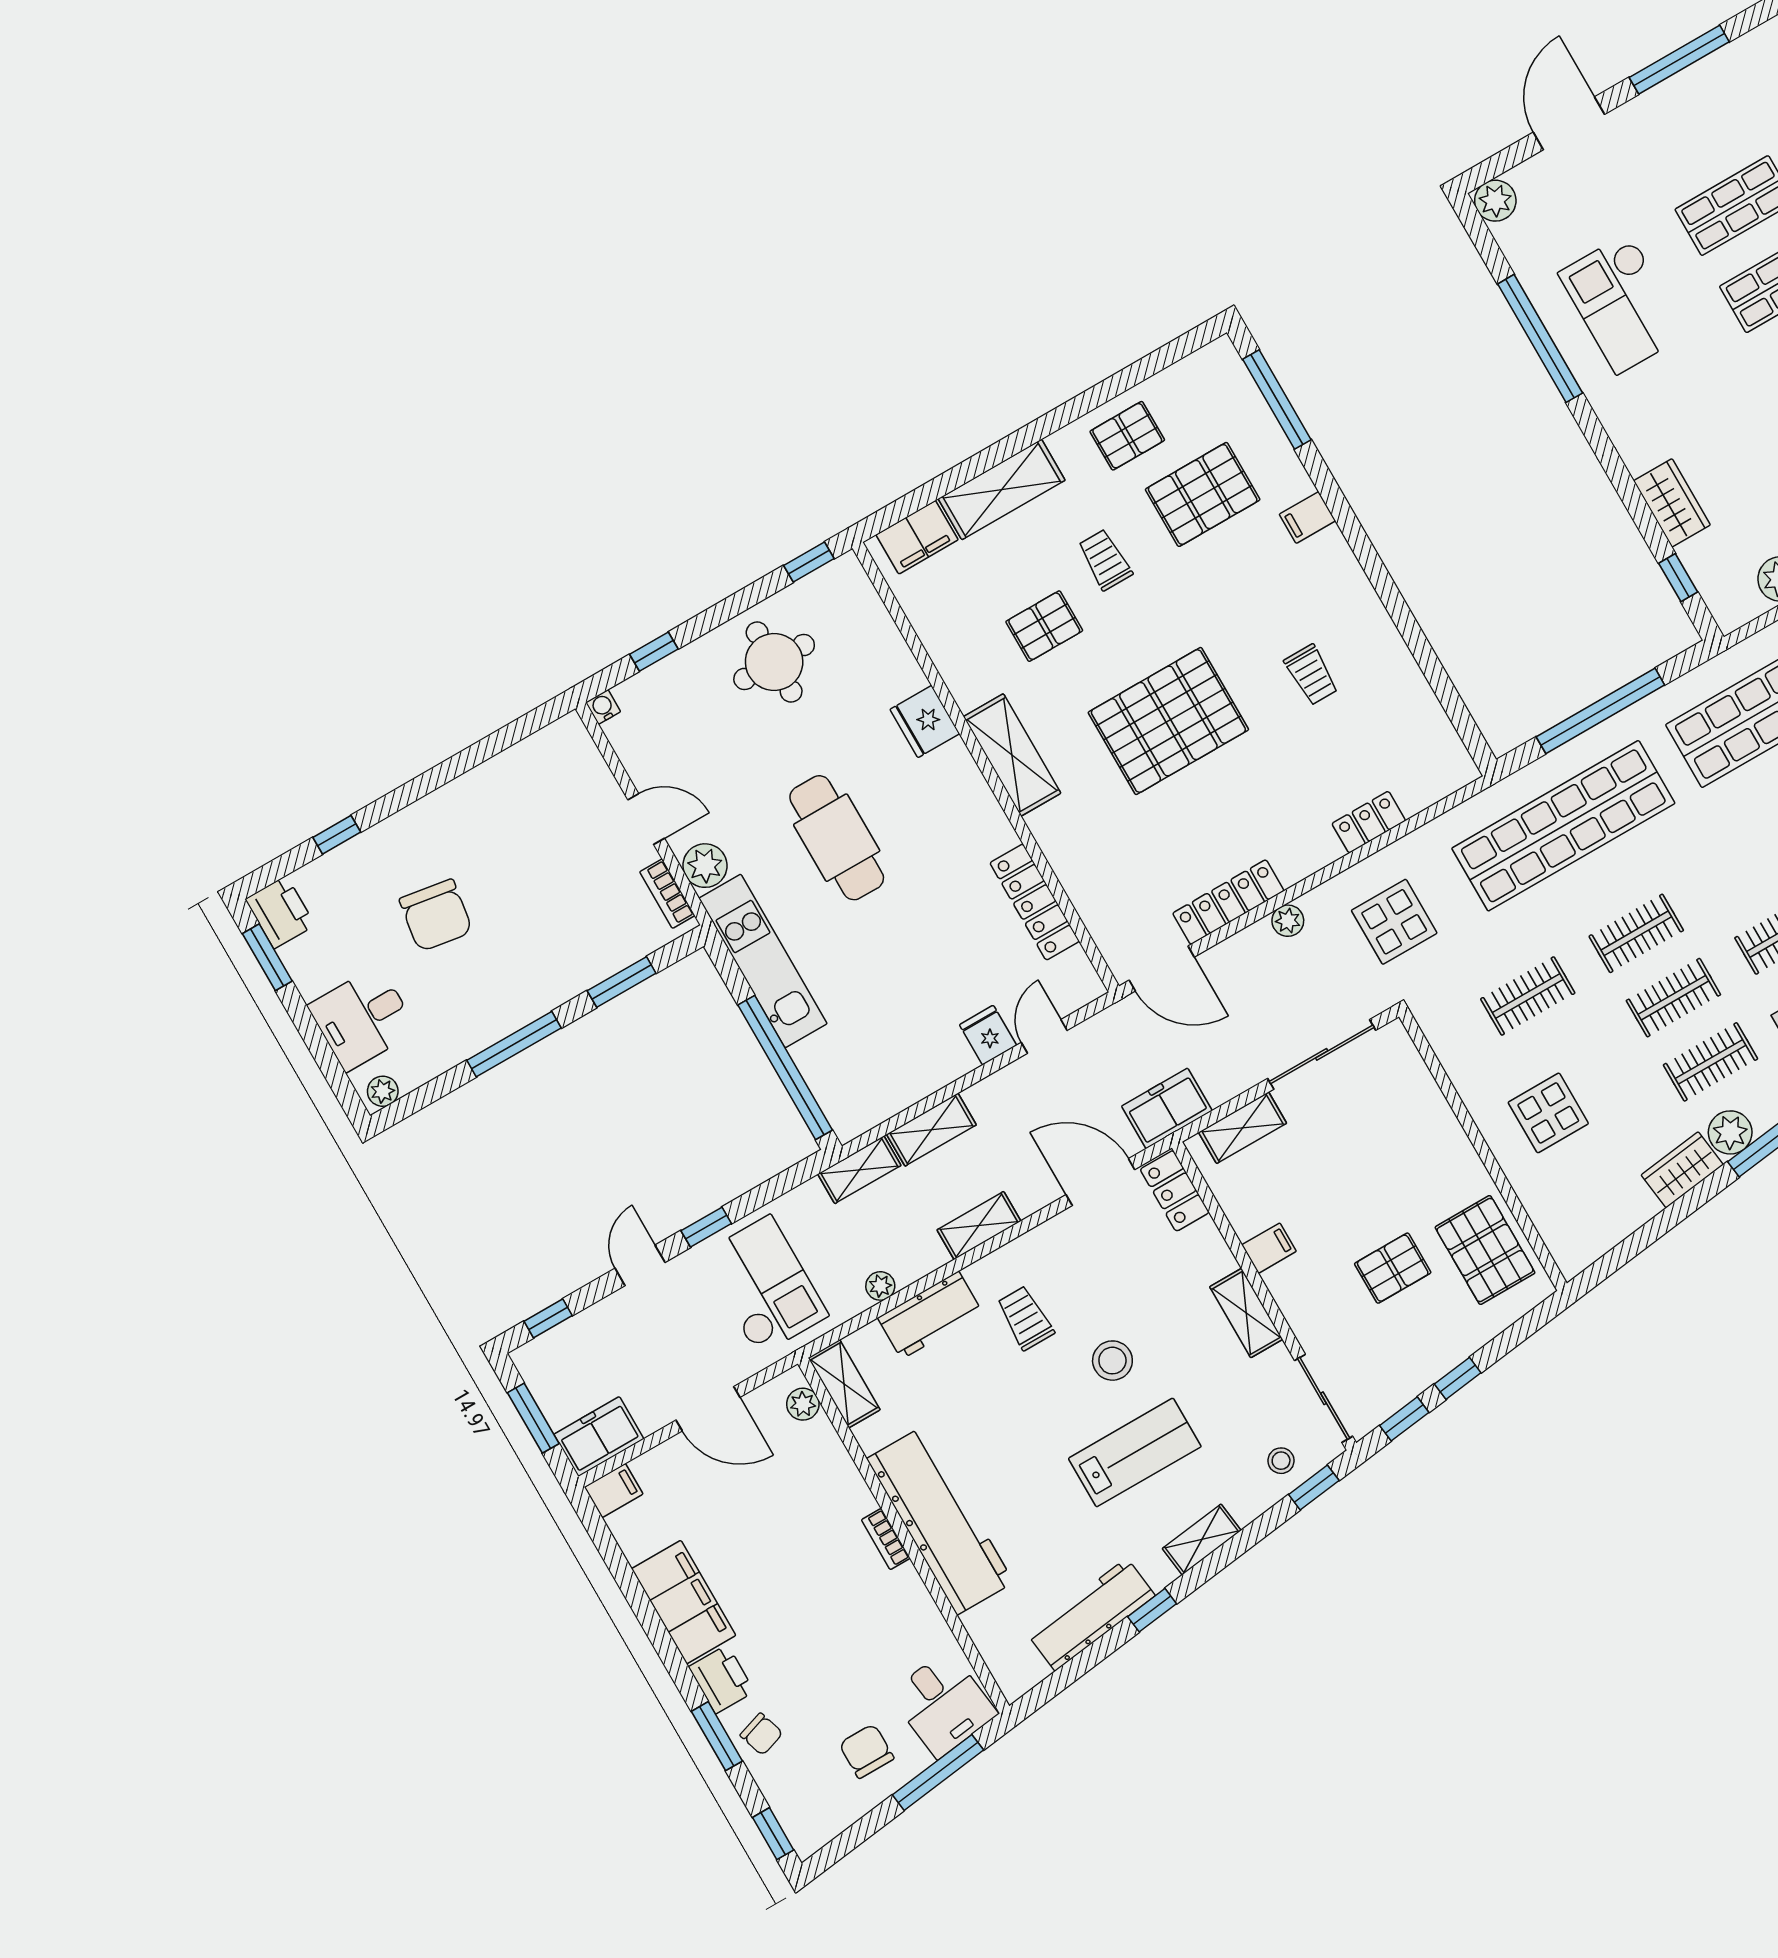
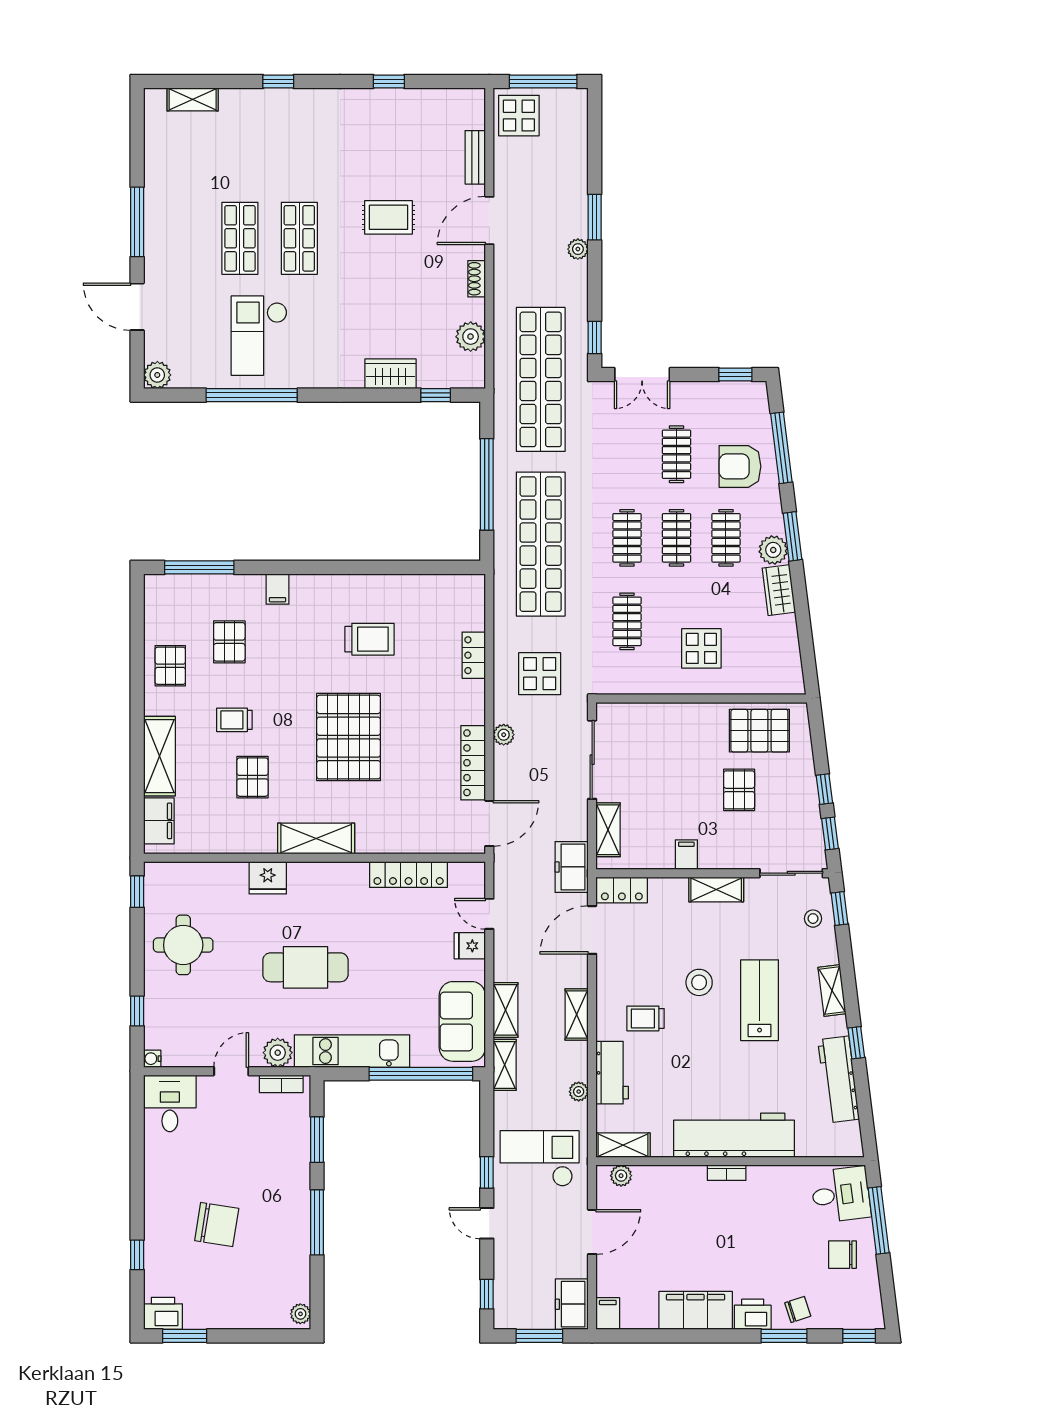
checkout: (1623, 303) -> (259, 336), turned 90
pallet: (1203, 494) -> (229, 642), width x0.67, depth x0.71
trolley: (1311, 675) -> (370, 639), width x1.36, depth x1.39
desk: (363, 1018) -> (170, 1103), moved, turned 180
sofa: (884, 1082) -> (462, 1021), added

